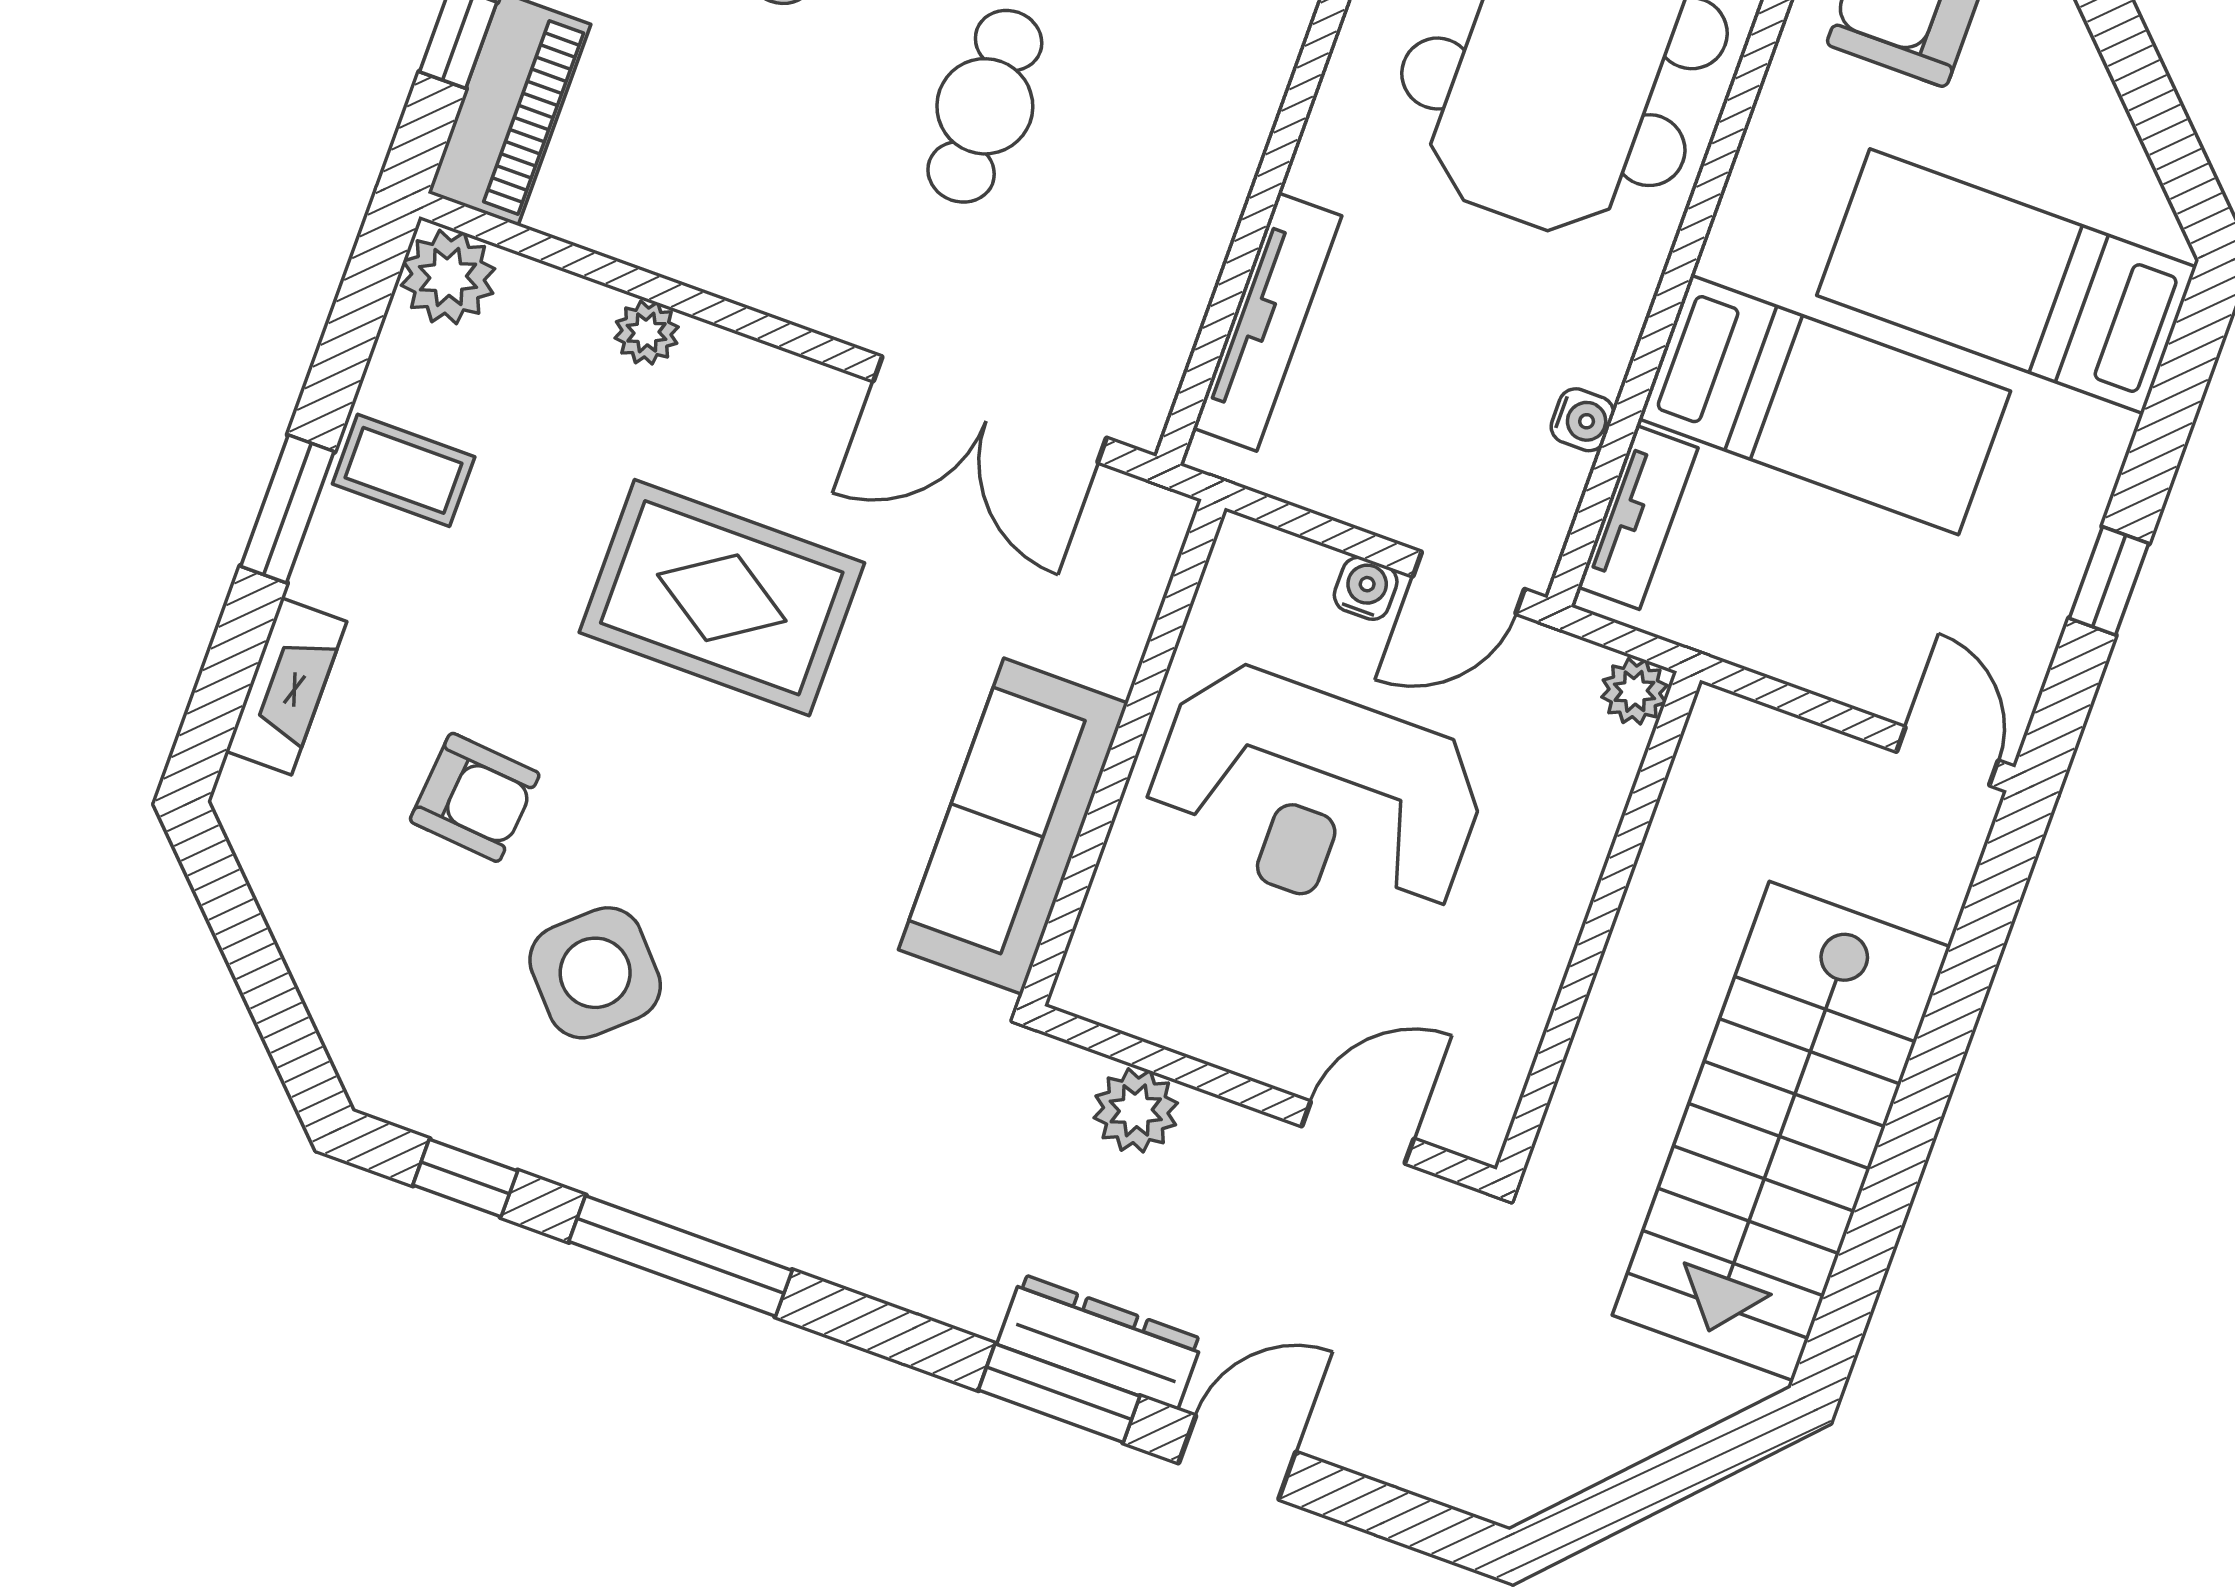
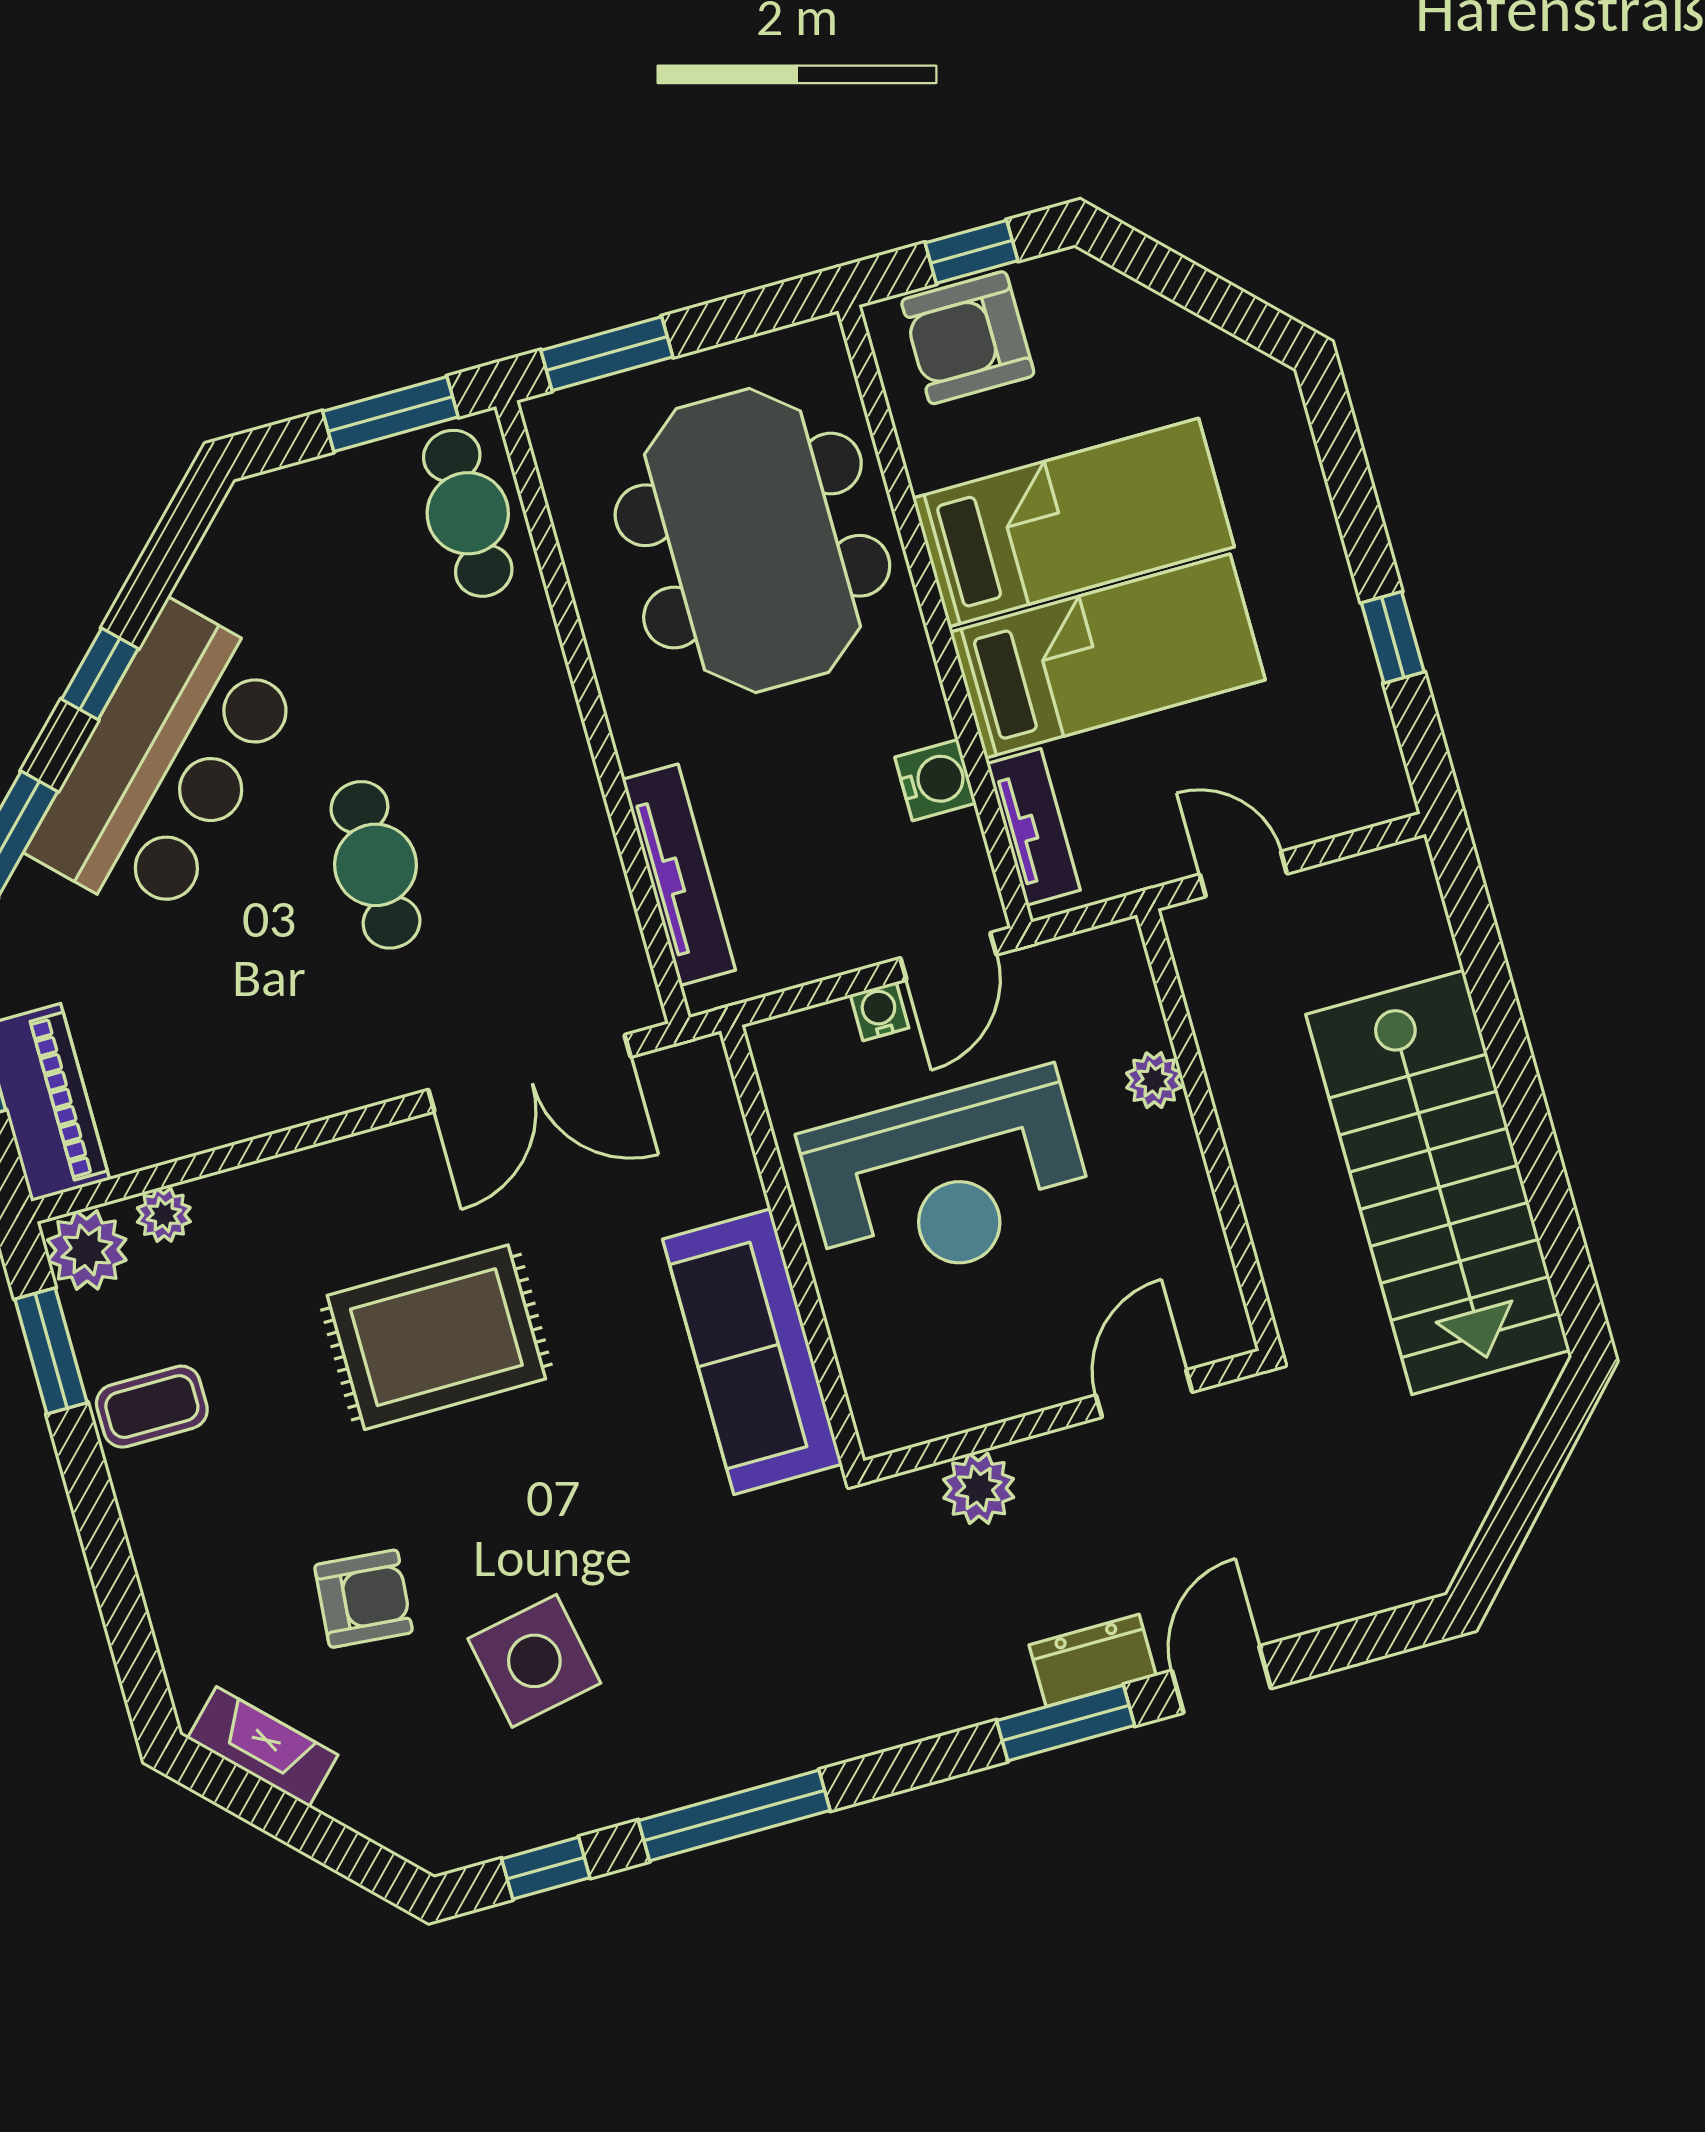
bed: (2007, 281) -> (1074, 522), moved, turned 180
plant: (647, 332) -> (164, 1215), moved
water cooler: (1582, 420) -> (935, 780), width x1.38, depth x1.38
window: (287, 509) -> (51, 1351), moved
fireplace: (286, 686) -> (263, 1747), moved, turned -45
plant: (1634, 691) -> (1154, 1080), moved
door: (1947, 756) -> (1243, 874), moved
side table: (595, 973) -> (534, 1661), turned 31
dresser: (1100, 1342) -> (1093, 1660), width x0.70

